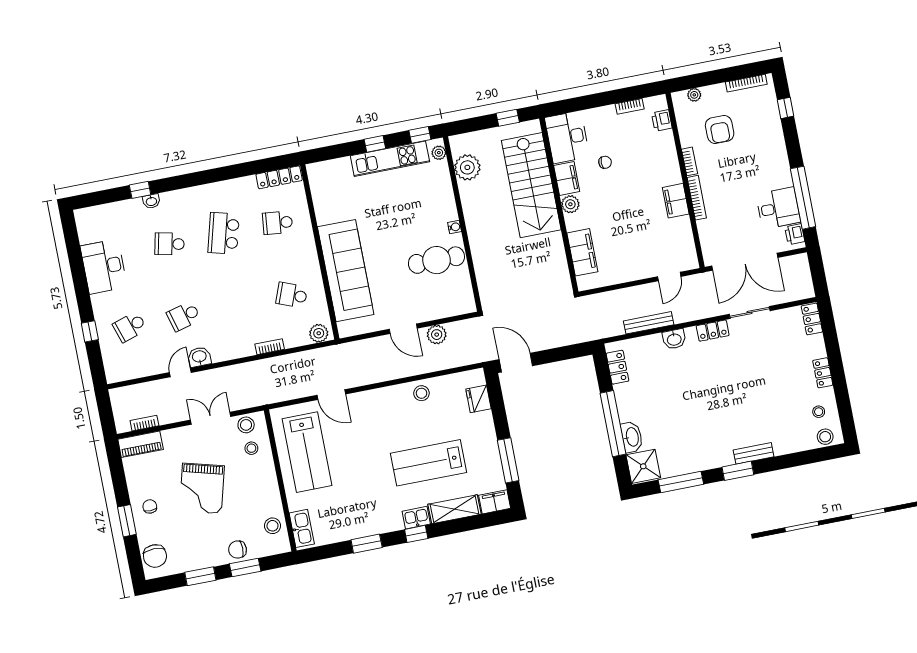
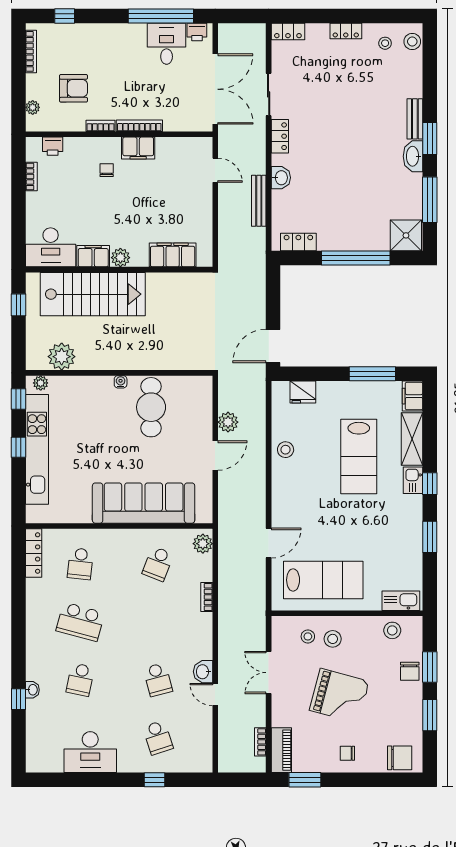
kitchen unit: (390, 159) -> (37, 449), width x1.36
chair: (605, 162) -> (107, 170), moved
stool: (246, 425) -> (333, 639), moved
washbasin: (632, 437) -> (413, 156), moved, turned -90
window: (127, 521) -> (305, 780), moved

